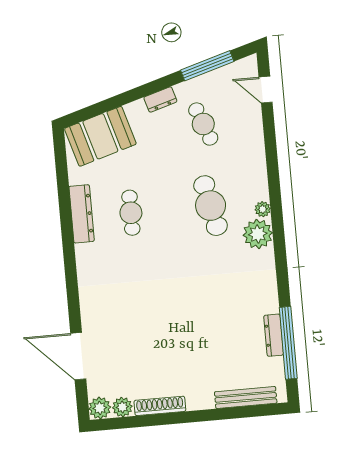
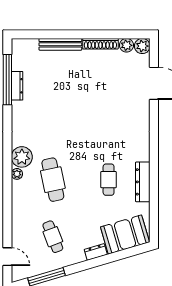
dresser: (160, 99) -> (96, 252), moved
bench: (246, 397) -> (60, 44), moved

